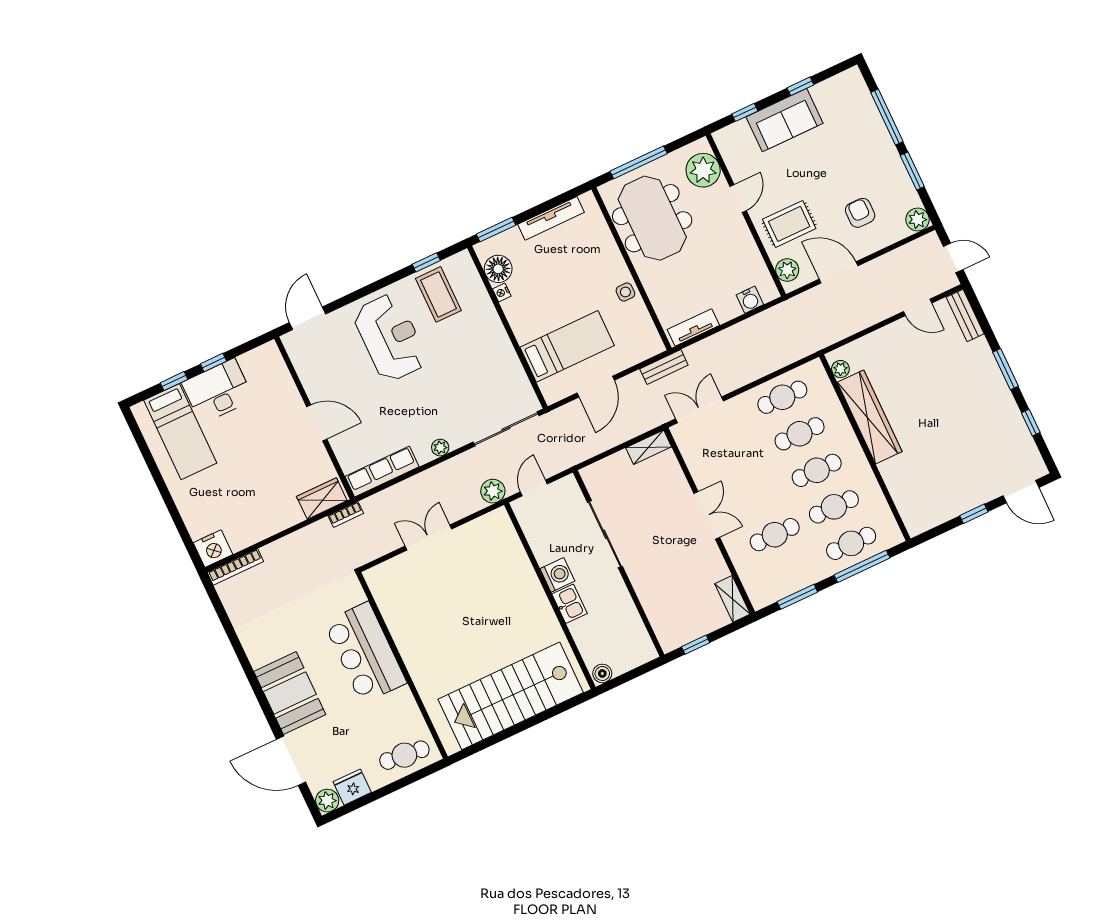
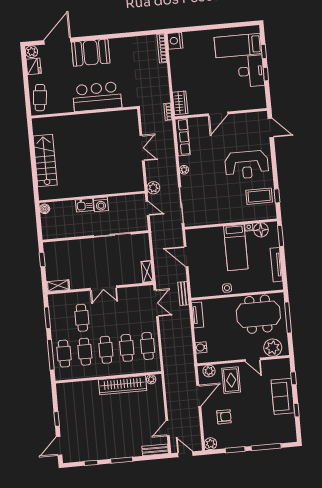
door: (953, 258) -> (185, 454), swing flipped
bed: (567, 346) -> (236, 248), moved
stairs: (511, 696) -> (45, 160), width x0.73, depth x0.66

